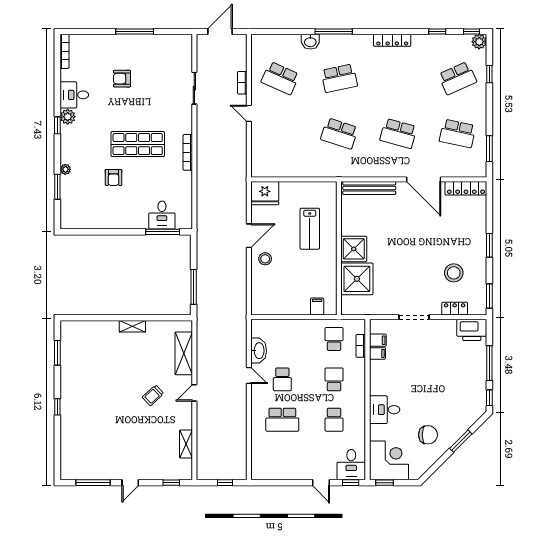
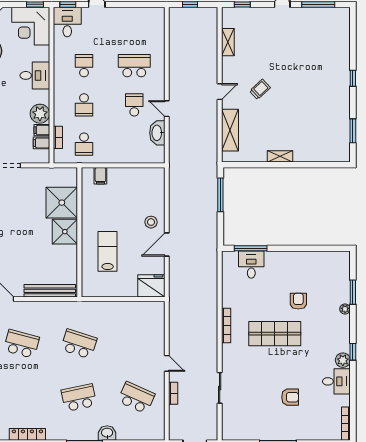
plant: (379, 370) -> (40, 114), added

